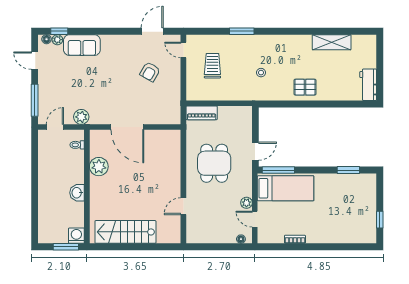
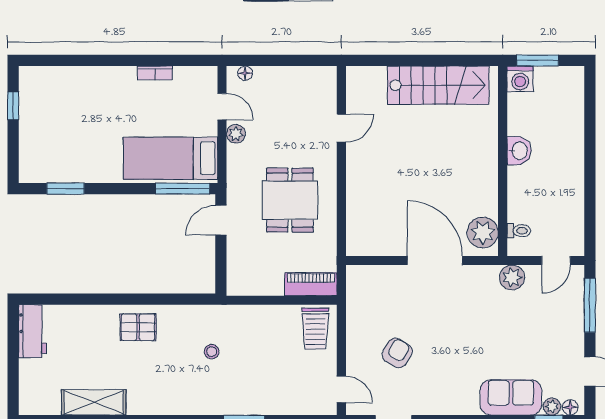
trolley: (212, 66) -> (315, 329), moved
plant: (99, 167) -> (483, 232), moved

